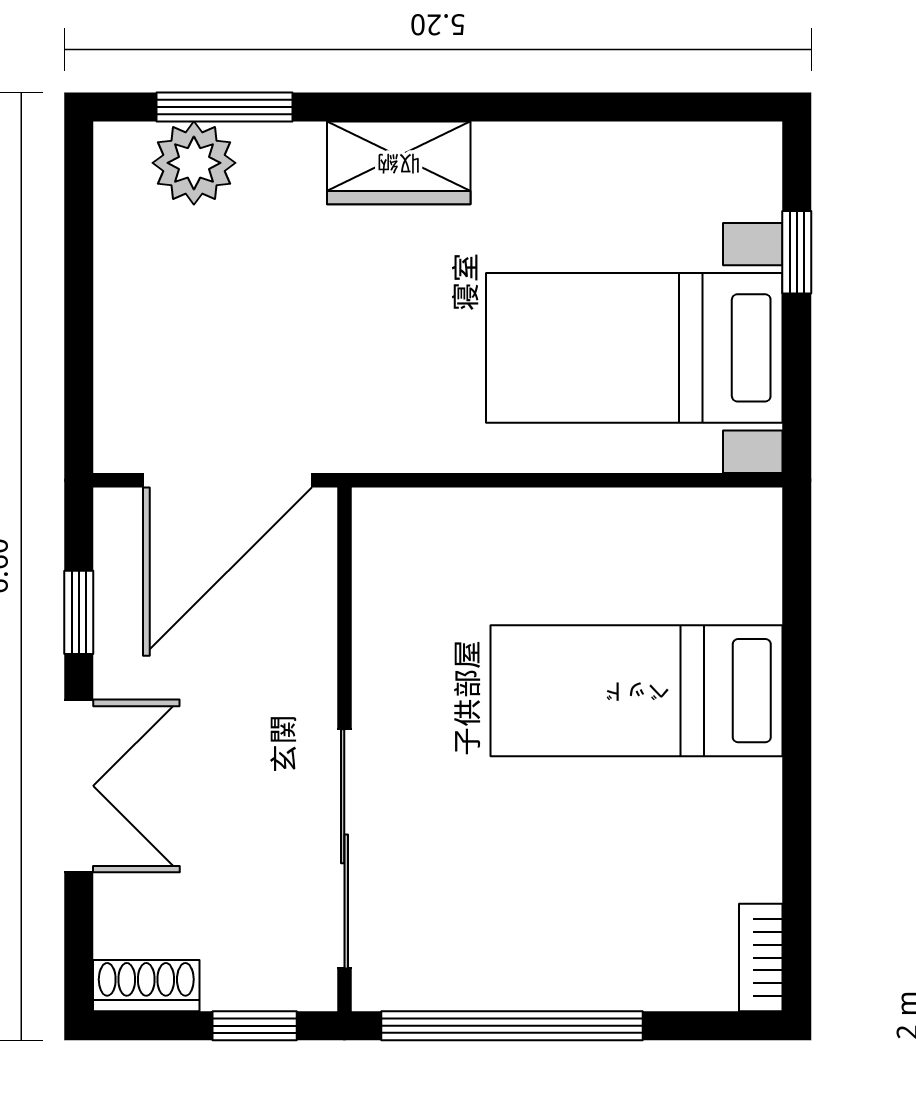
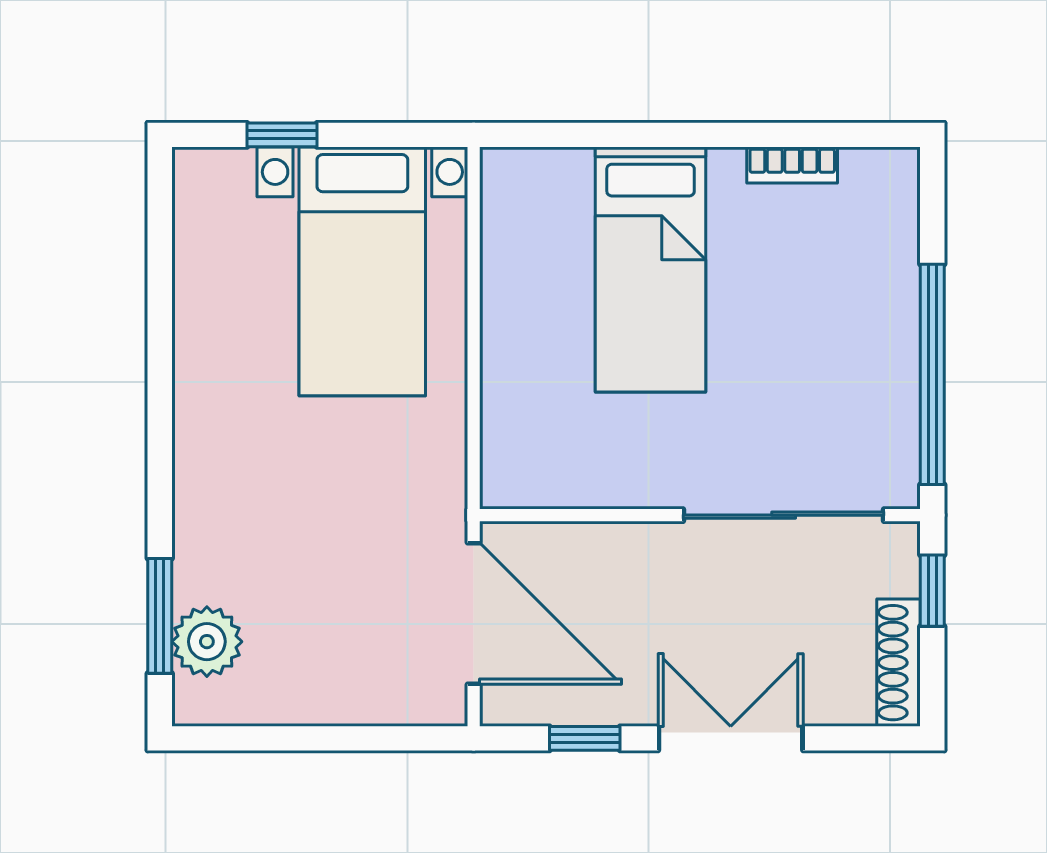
wardrobe: (399, 163) -> (207, 469), removed
bookcase: (761, 958) -> (792, 165), moved
shoe rack: (146, 986) -> (898, 663), width x1.43

